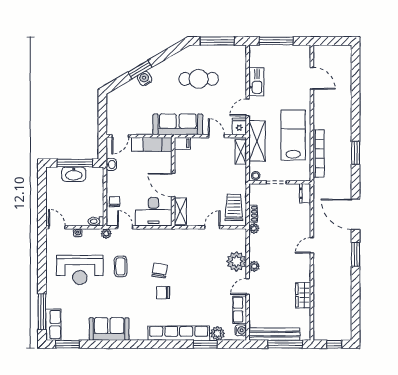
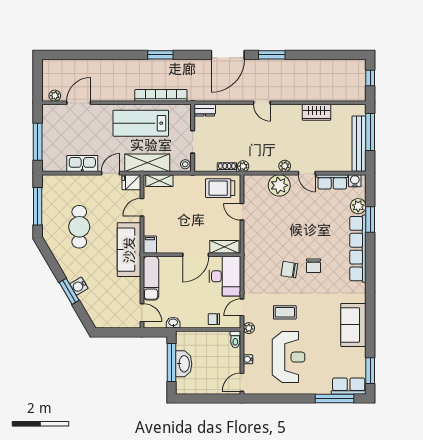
plant: (318, 57) -> (55, 96), added
door: (248, 107) -> (110, 173), swing flipped

